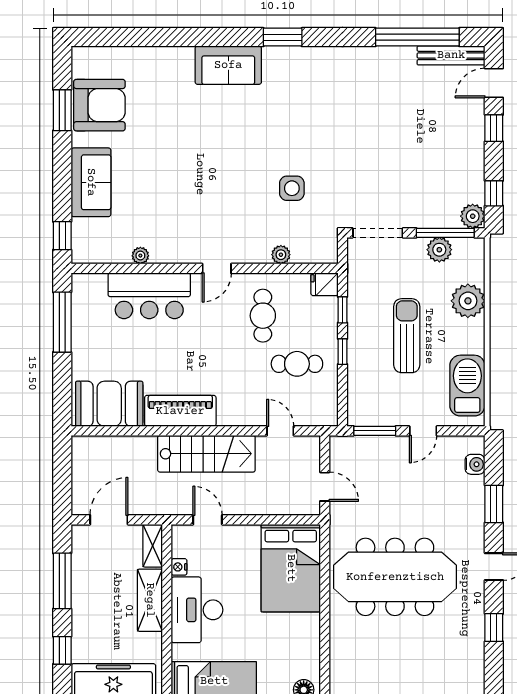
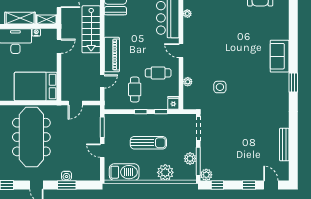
window: (417, 37) -> (293, 148), removed
bench: (451, 55) -> (284, 145), moved
piano: (180, 411) -> (112, 55), moved
stairs: (206, 454) -> (91, 29), moved
water cooler: (475, 464) -> (66, 176), moved

